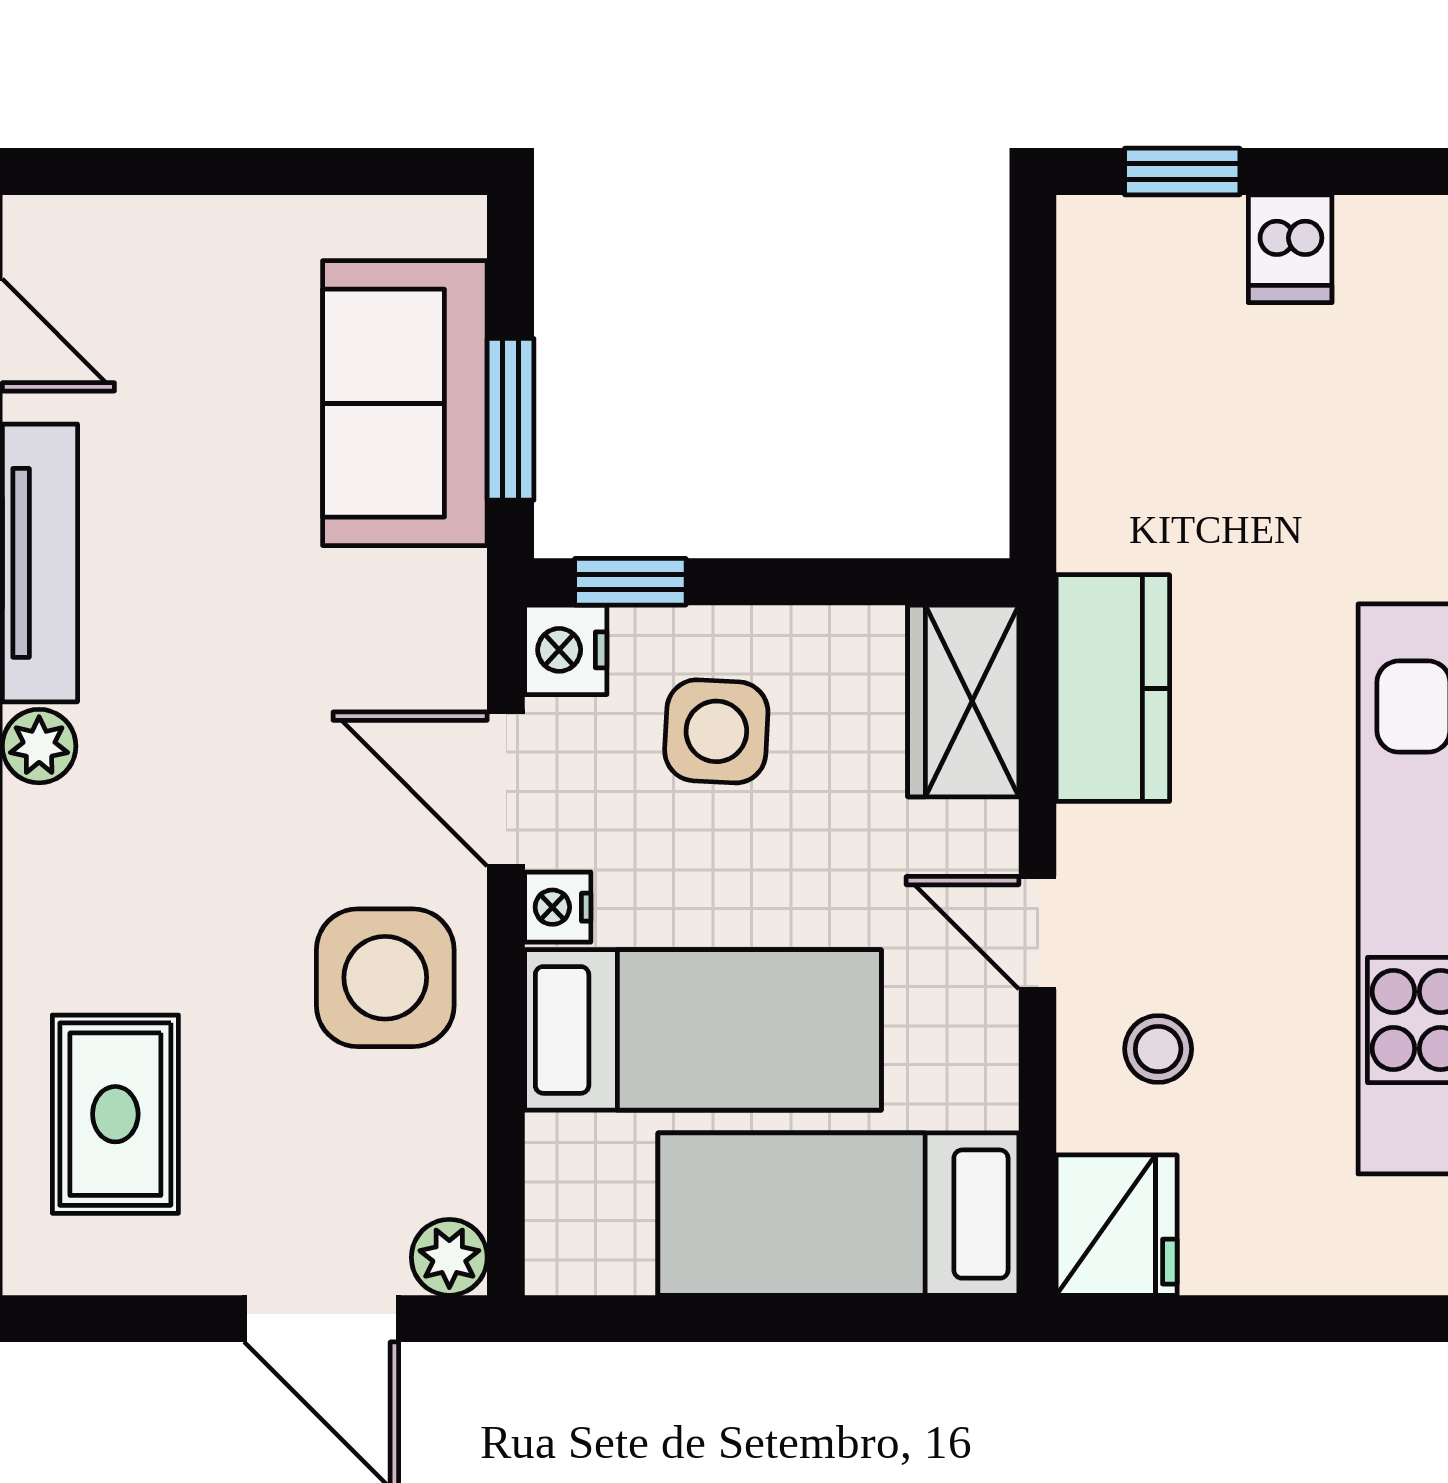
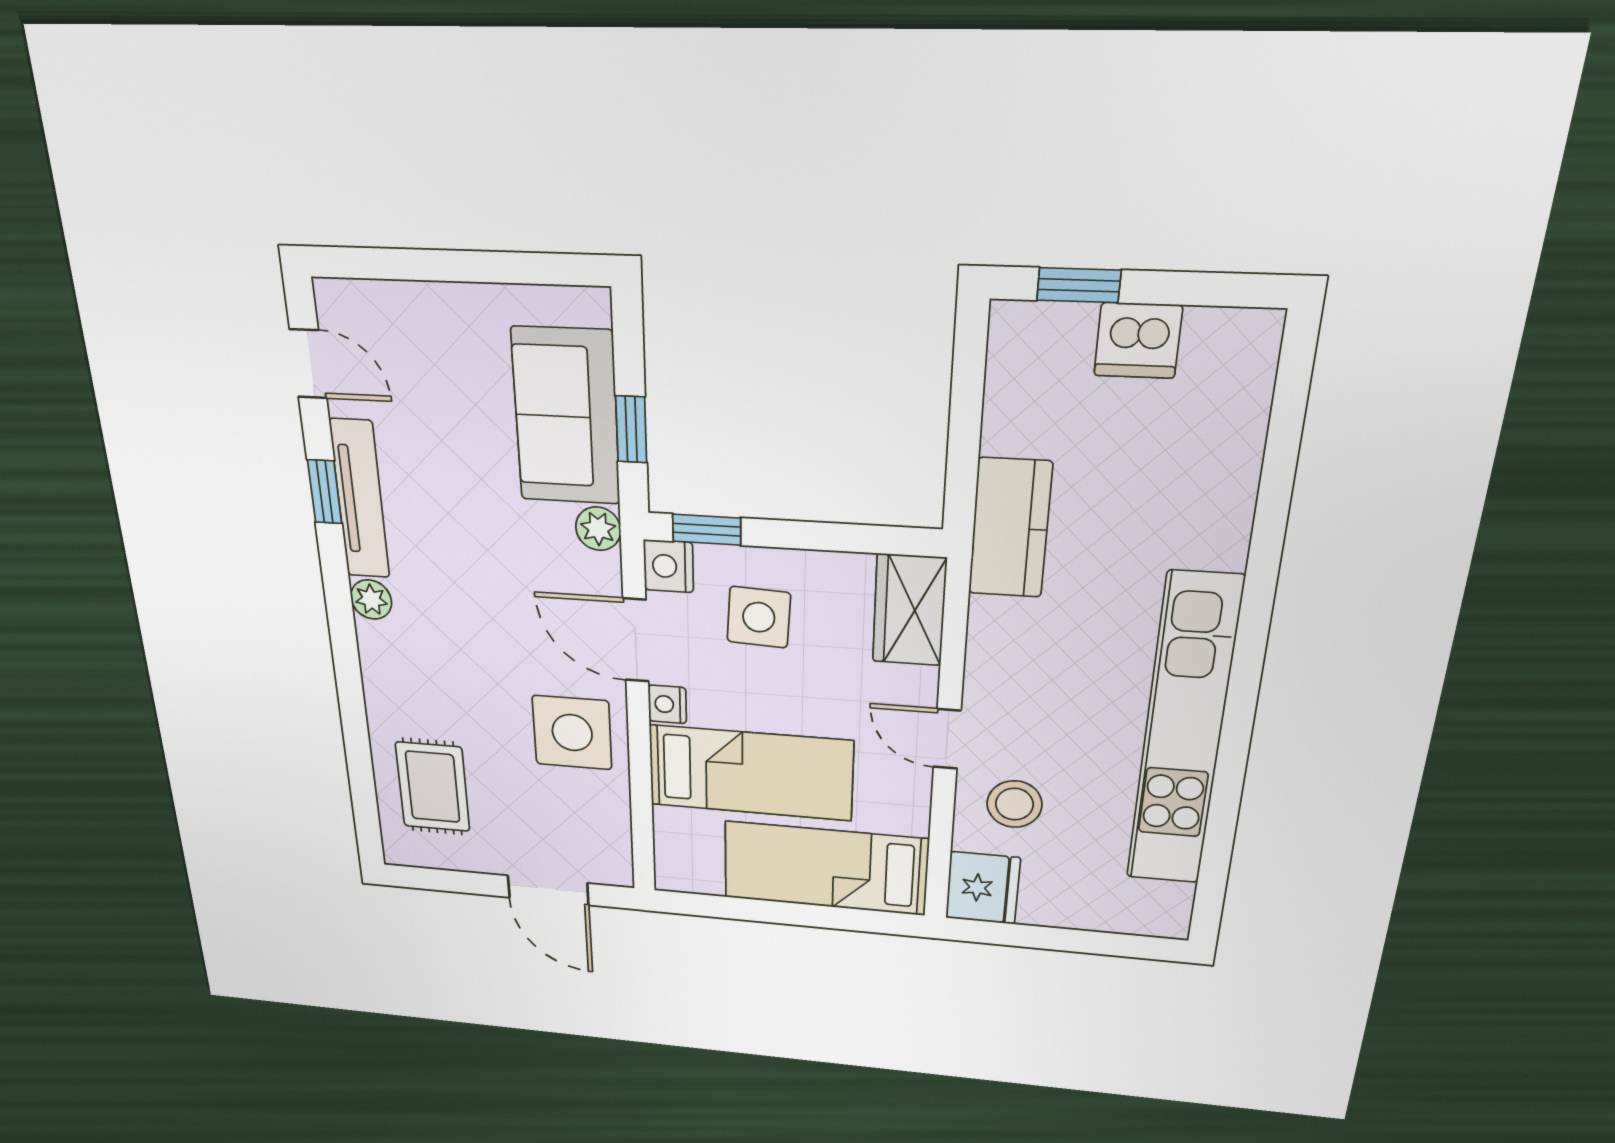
dishwasher: (1290, 249) -> (1138, 341), width x1.38
window: (511, 419) -> (631, 429), width x0.67
kitchen counter: (1113, 688) -> (1010, 528), moved
stool: (1158, 1049) -> (1014, 804), width x1.37, depth x1.37
plant: (449, 1257) -> (598, 529), moved

